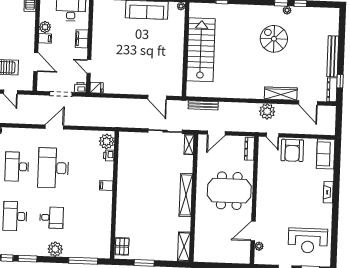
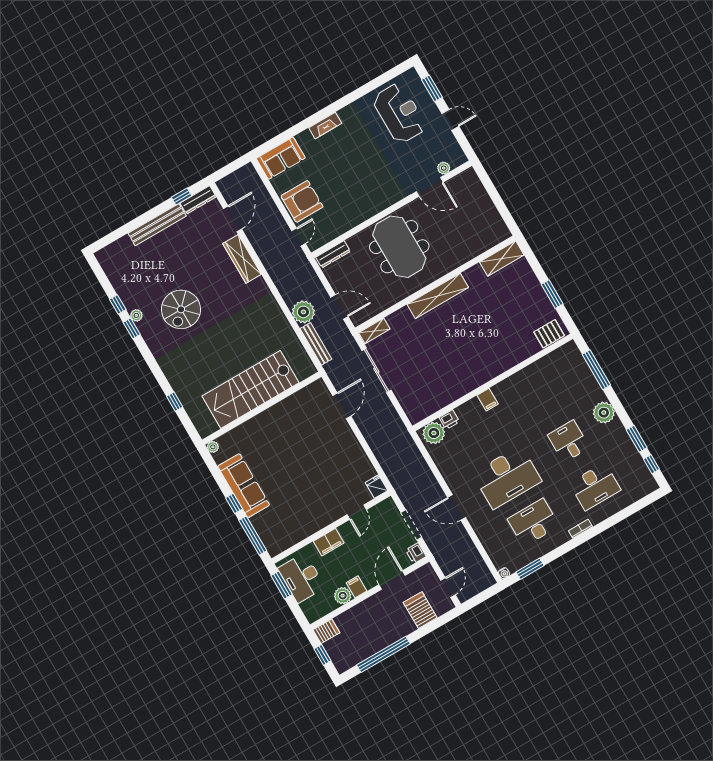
printer: (80, 87) -> (416, 553), moved
plant: (267, 111) -> (303, 312), moved
desk: (17, 167) -> (533, 523), turned 180

